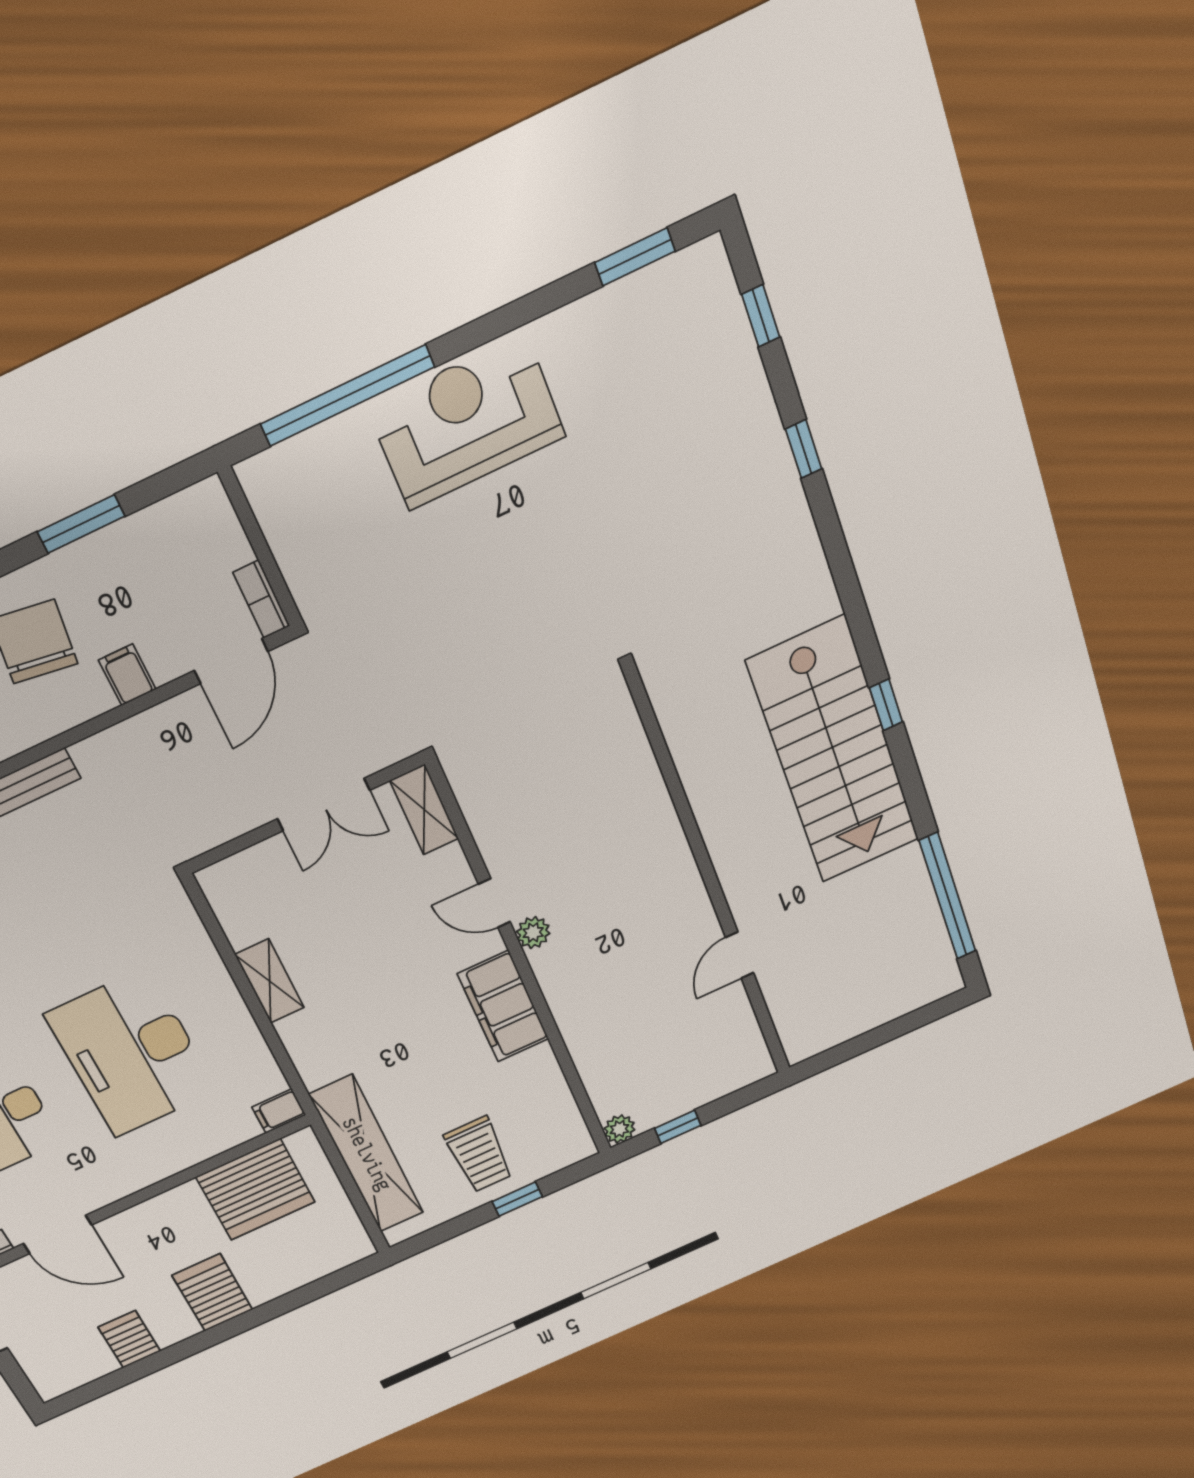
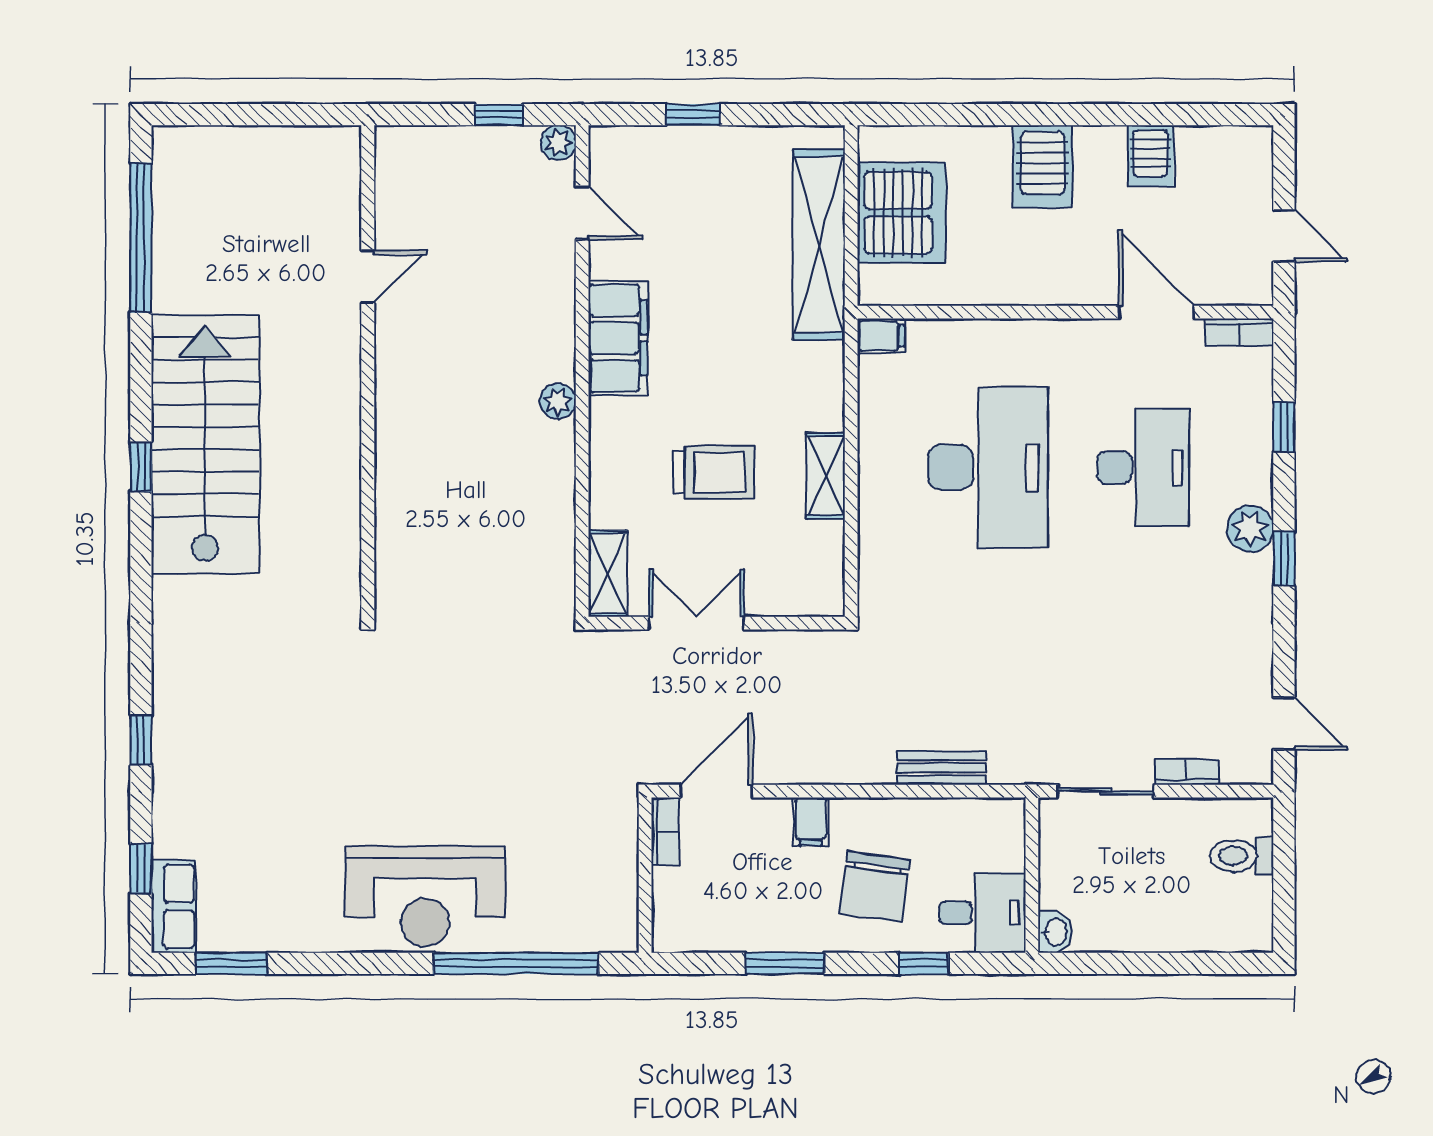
row of seats: (715, 291) -> (174, 906), added
door: (494, 903) -> (582, 213), moved
trolley: (479, 1155) -> (714, 472), moved, turned 90
server rack: (256, 1190) -> (902, 213), moved, turned 90

